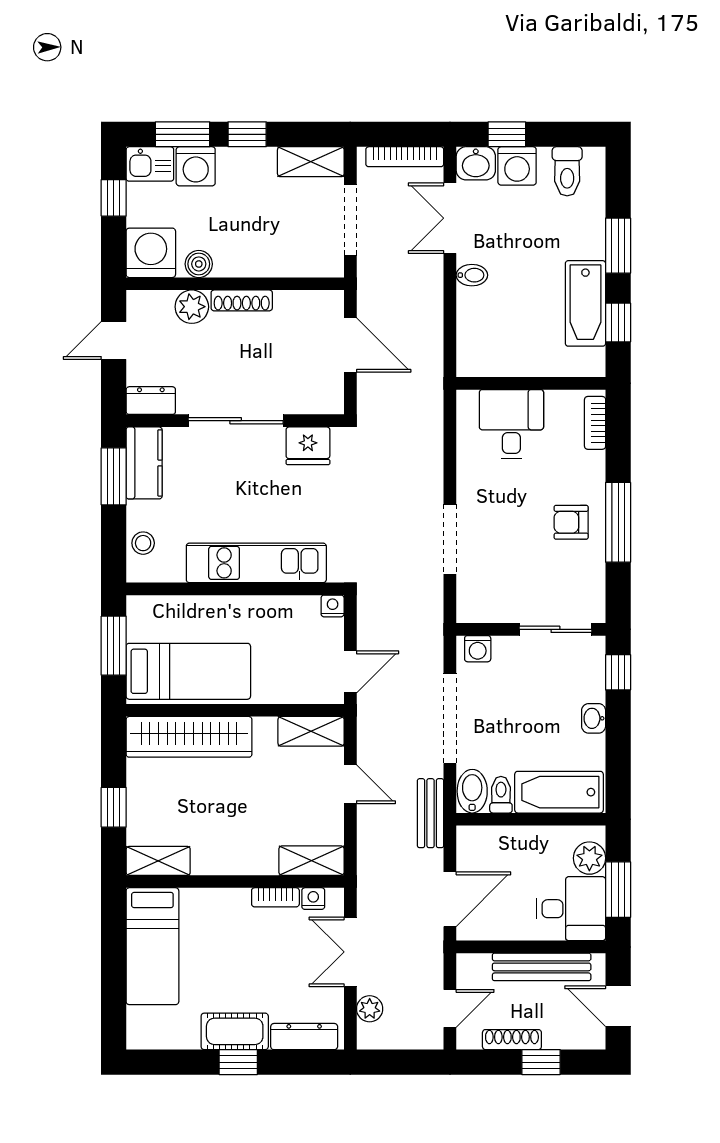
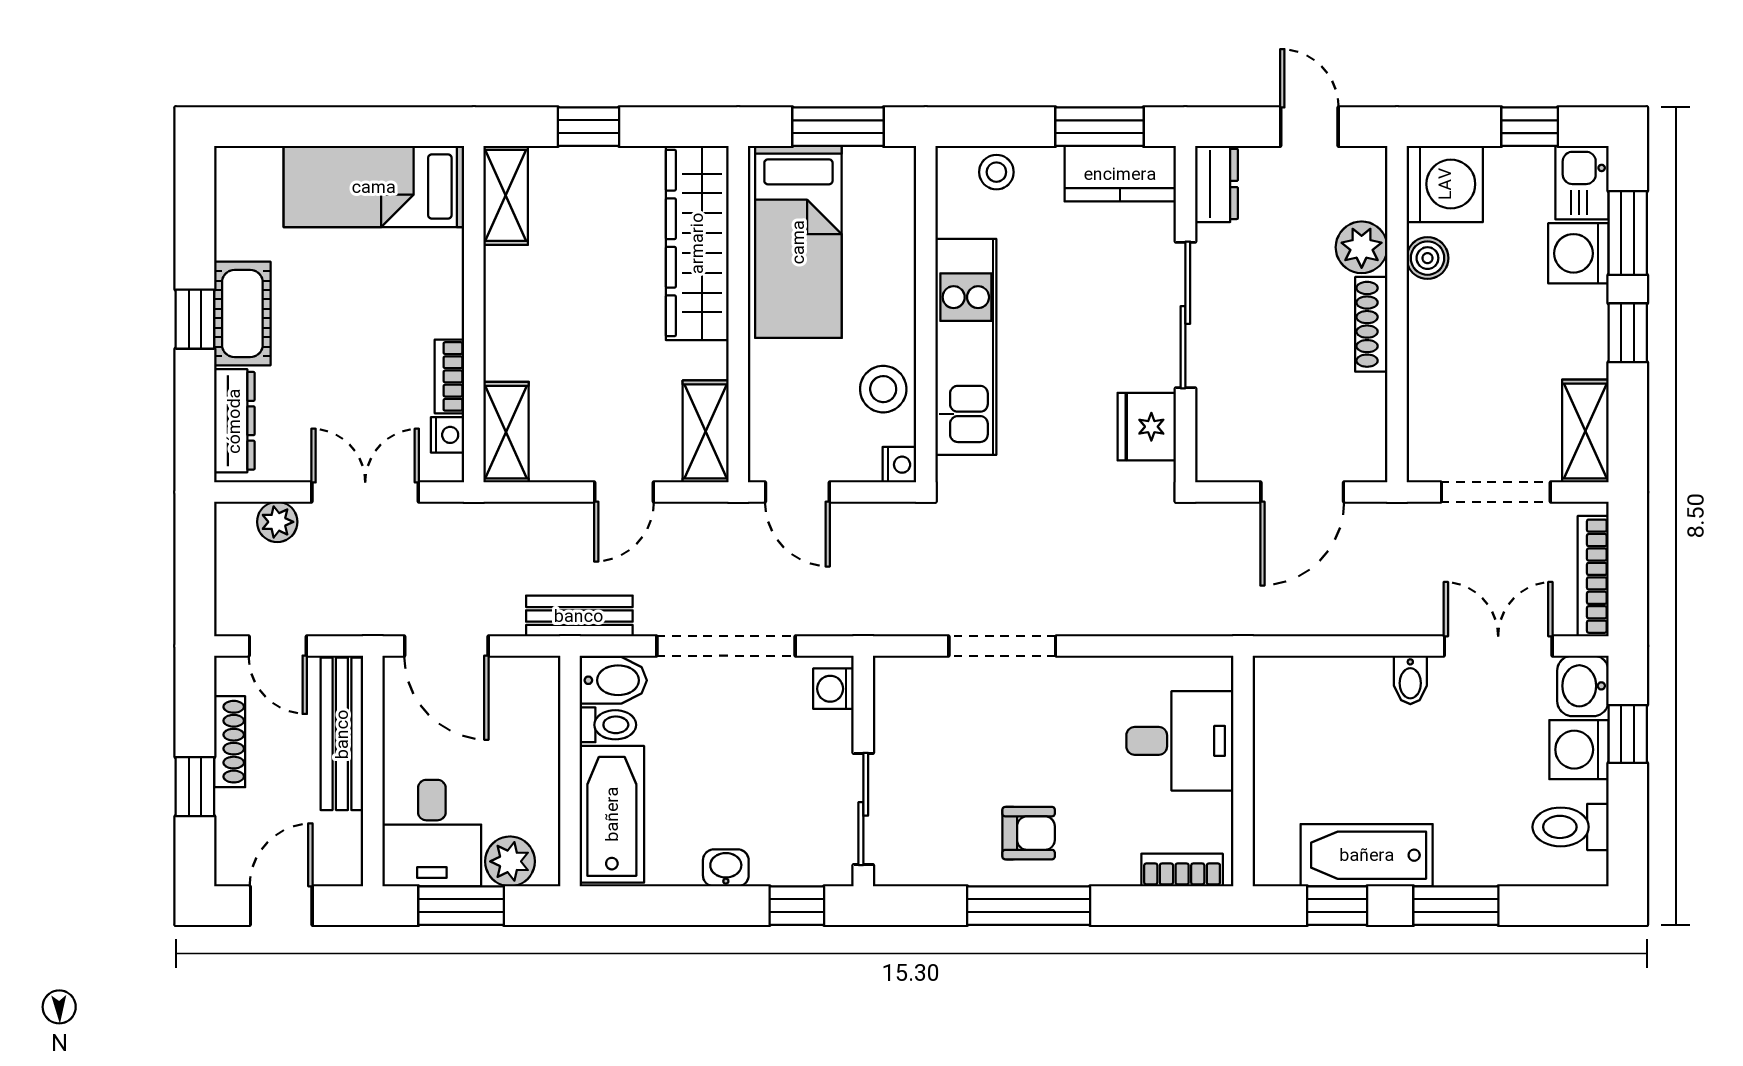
armchair: (571, 522) -> (1029, 833), turned 90
stool: (284, 616) -> (883, 389), added
bench: (542, 967) -> (342, 734), moved

